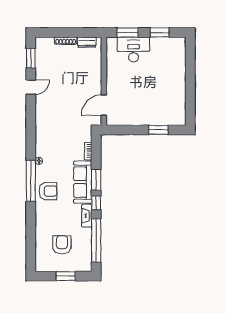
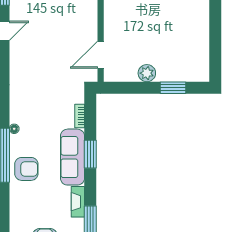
plant: (139, 119) -> (147, 73), added
window: (96, 203) -> (90, 185), removed

